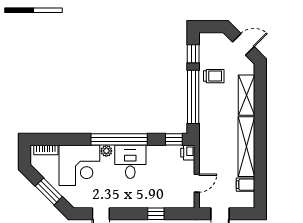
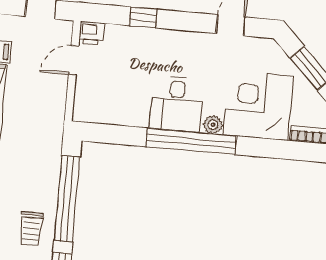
trolley: (214, 76) -> (31, 229), turned -90
window: (174, 139) -> (104, 133), removed
printer: (188, 153) -> (92, 33), moved, turned 90

